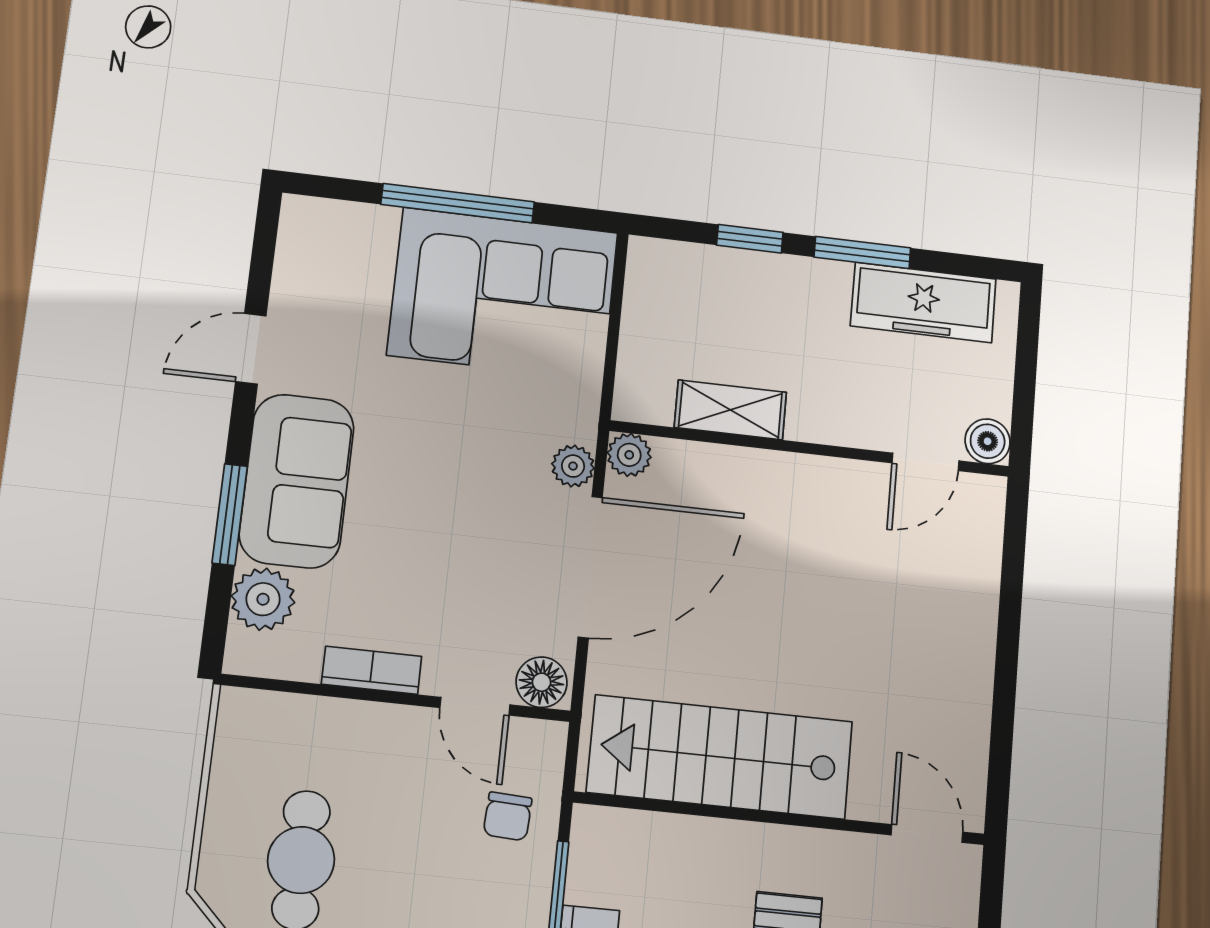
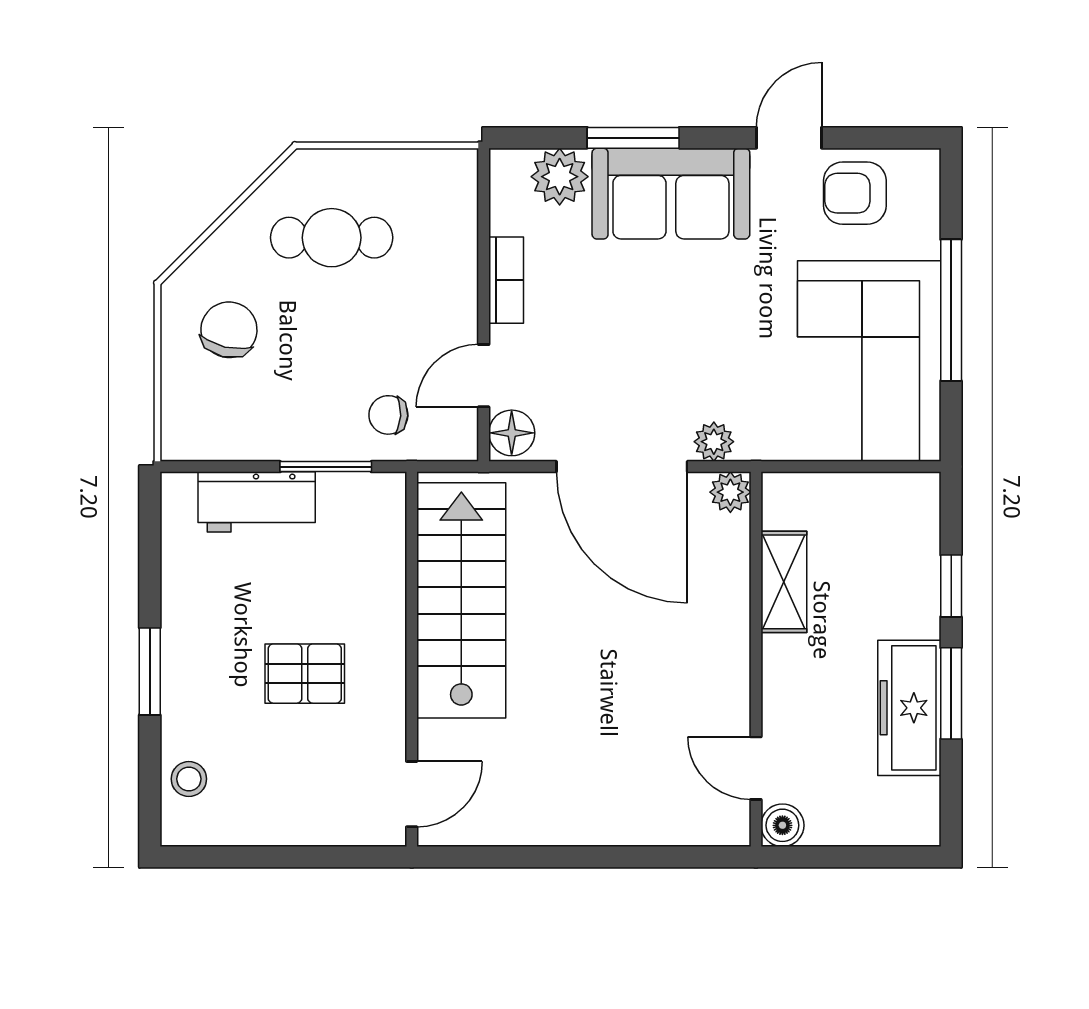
armchair: (320, 287) -> (855, 193), added
freezer: (923, 302) -> (909, 708), moved
door: (251, 349) -> (789, 138), hinge flipped

